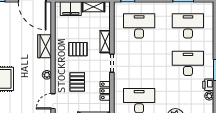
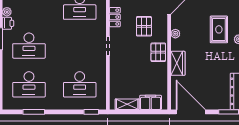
shelving: (105, 42) -> (115, 68), removed
pallet: (78, 49) -> (158, 52), moved, turned 90

